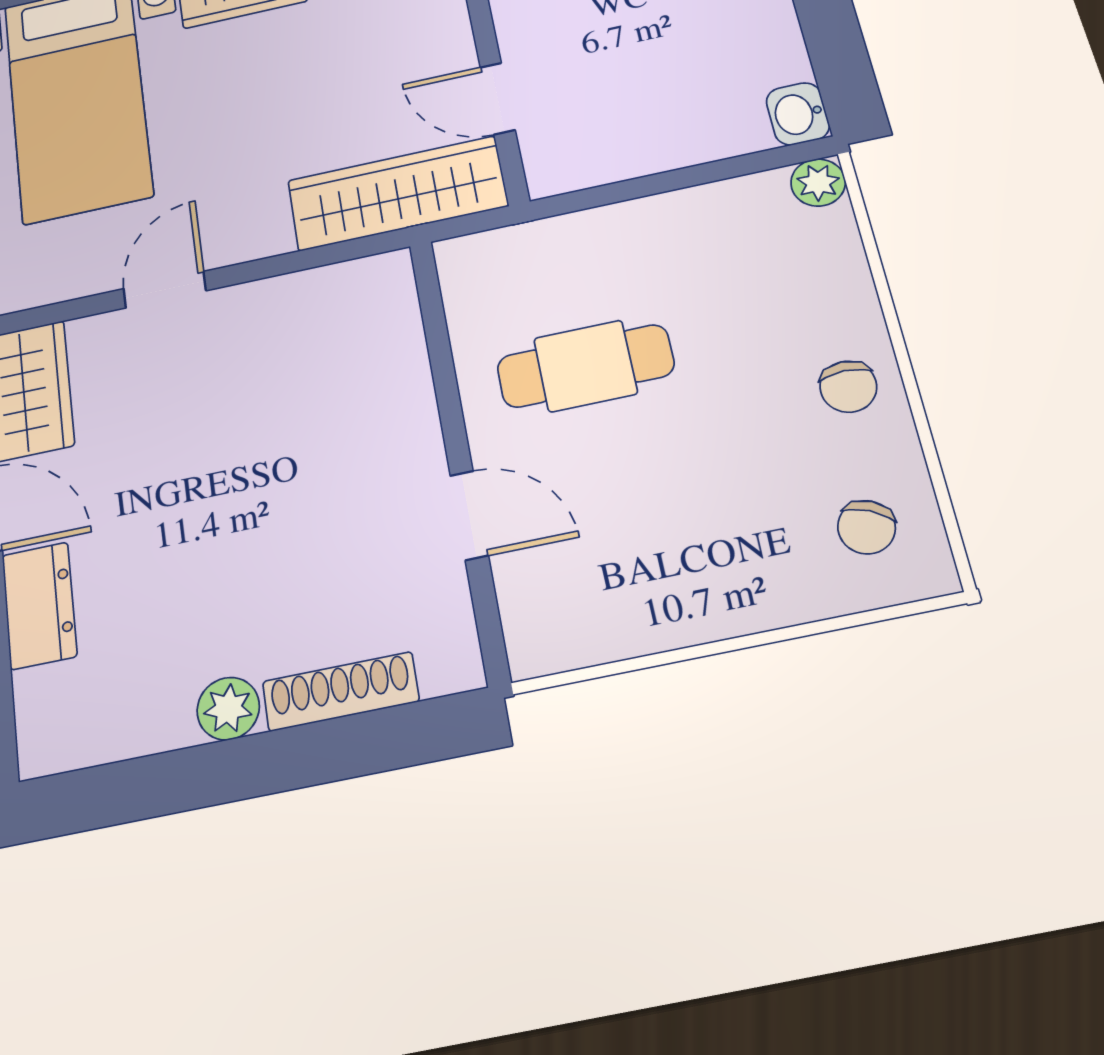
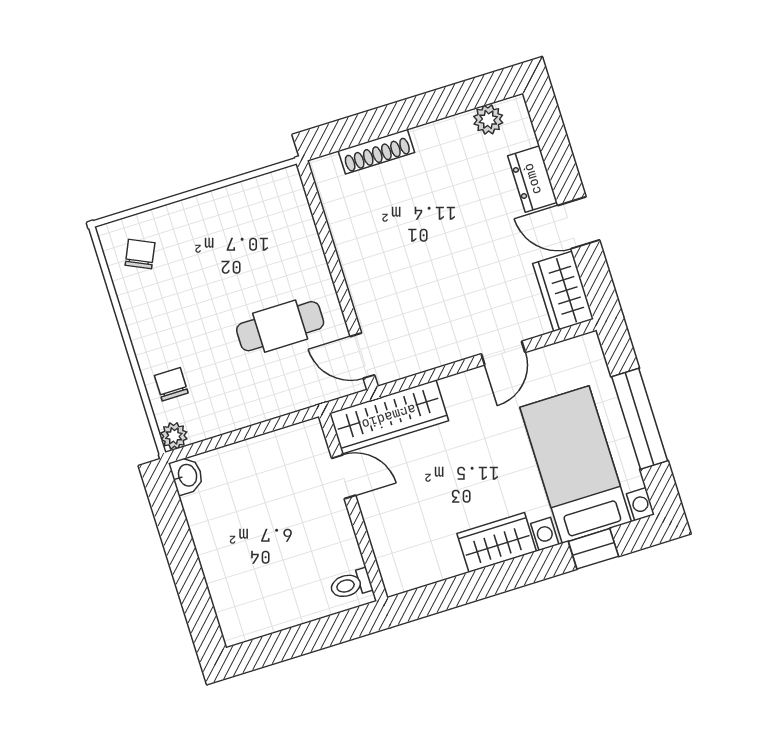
chair: (848, 387) -> (171, 384), moved
door: (469, 515) -> (362, 356), moved
plant: (228, 709) -> (488, 120), moved

